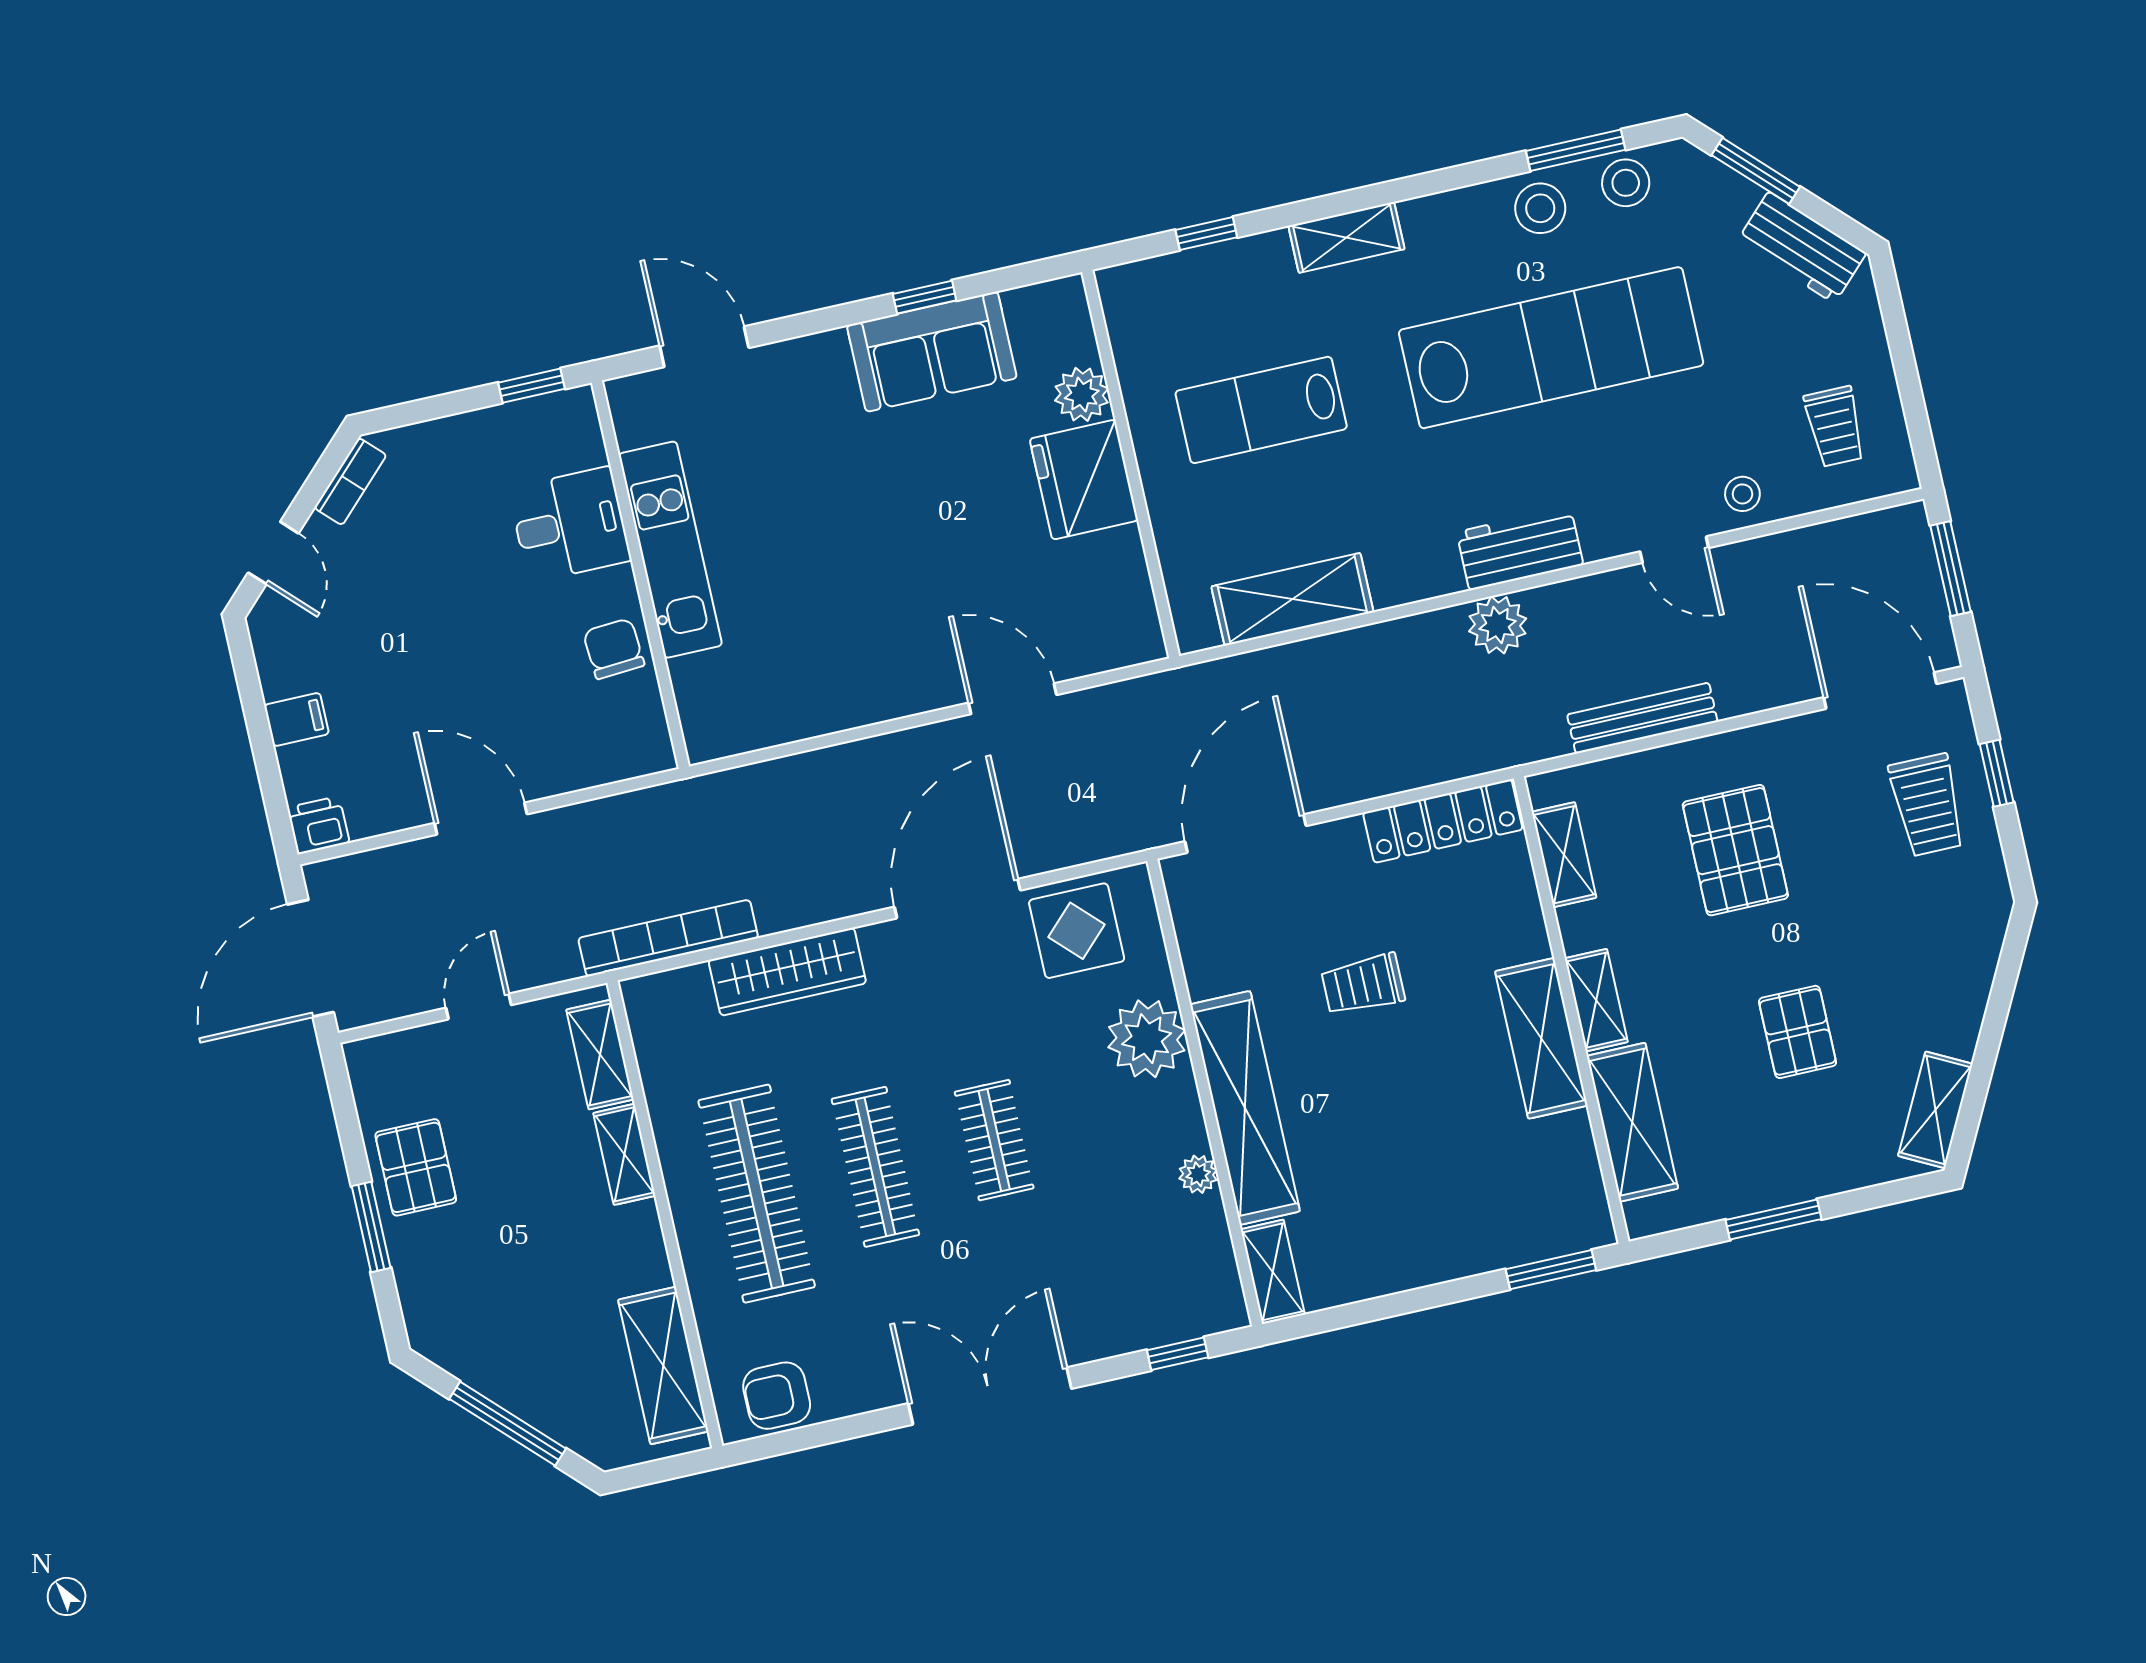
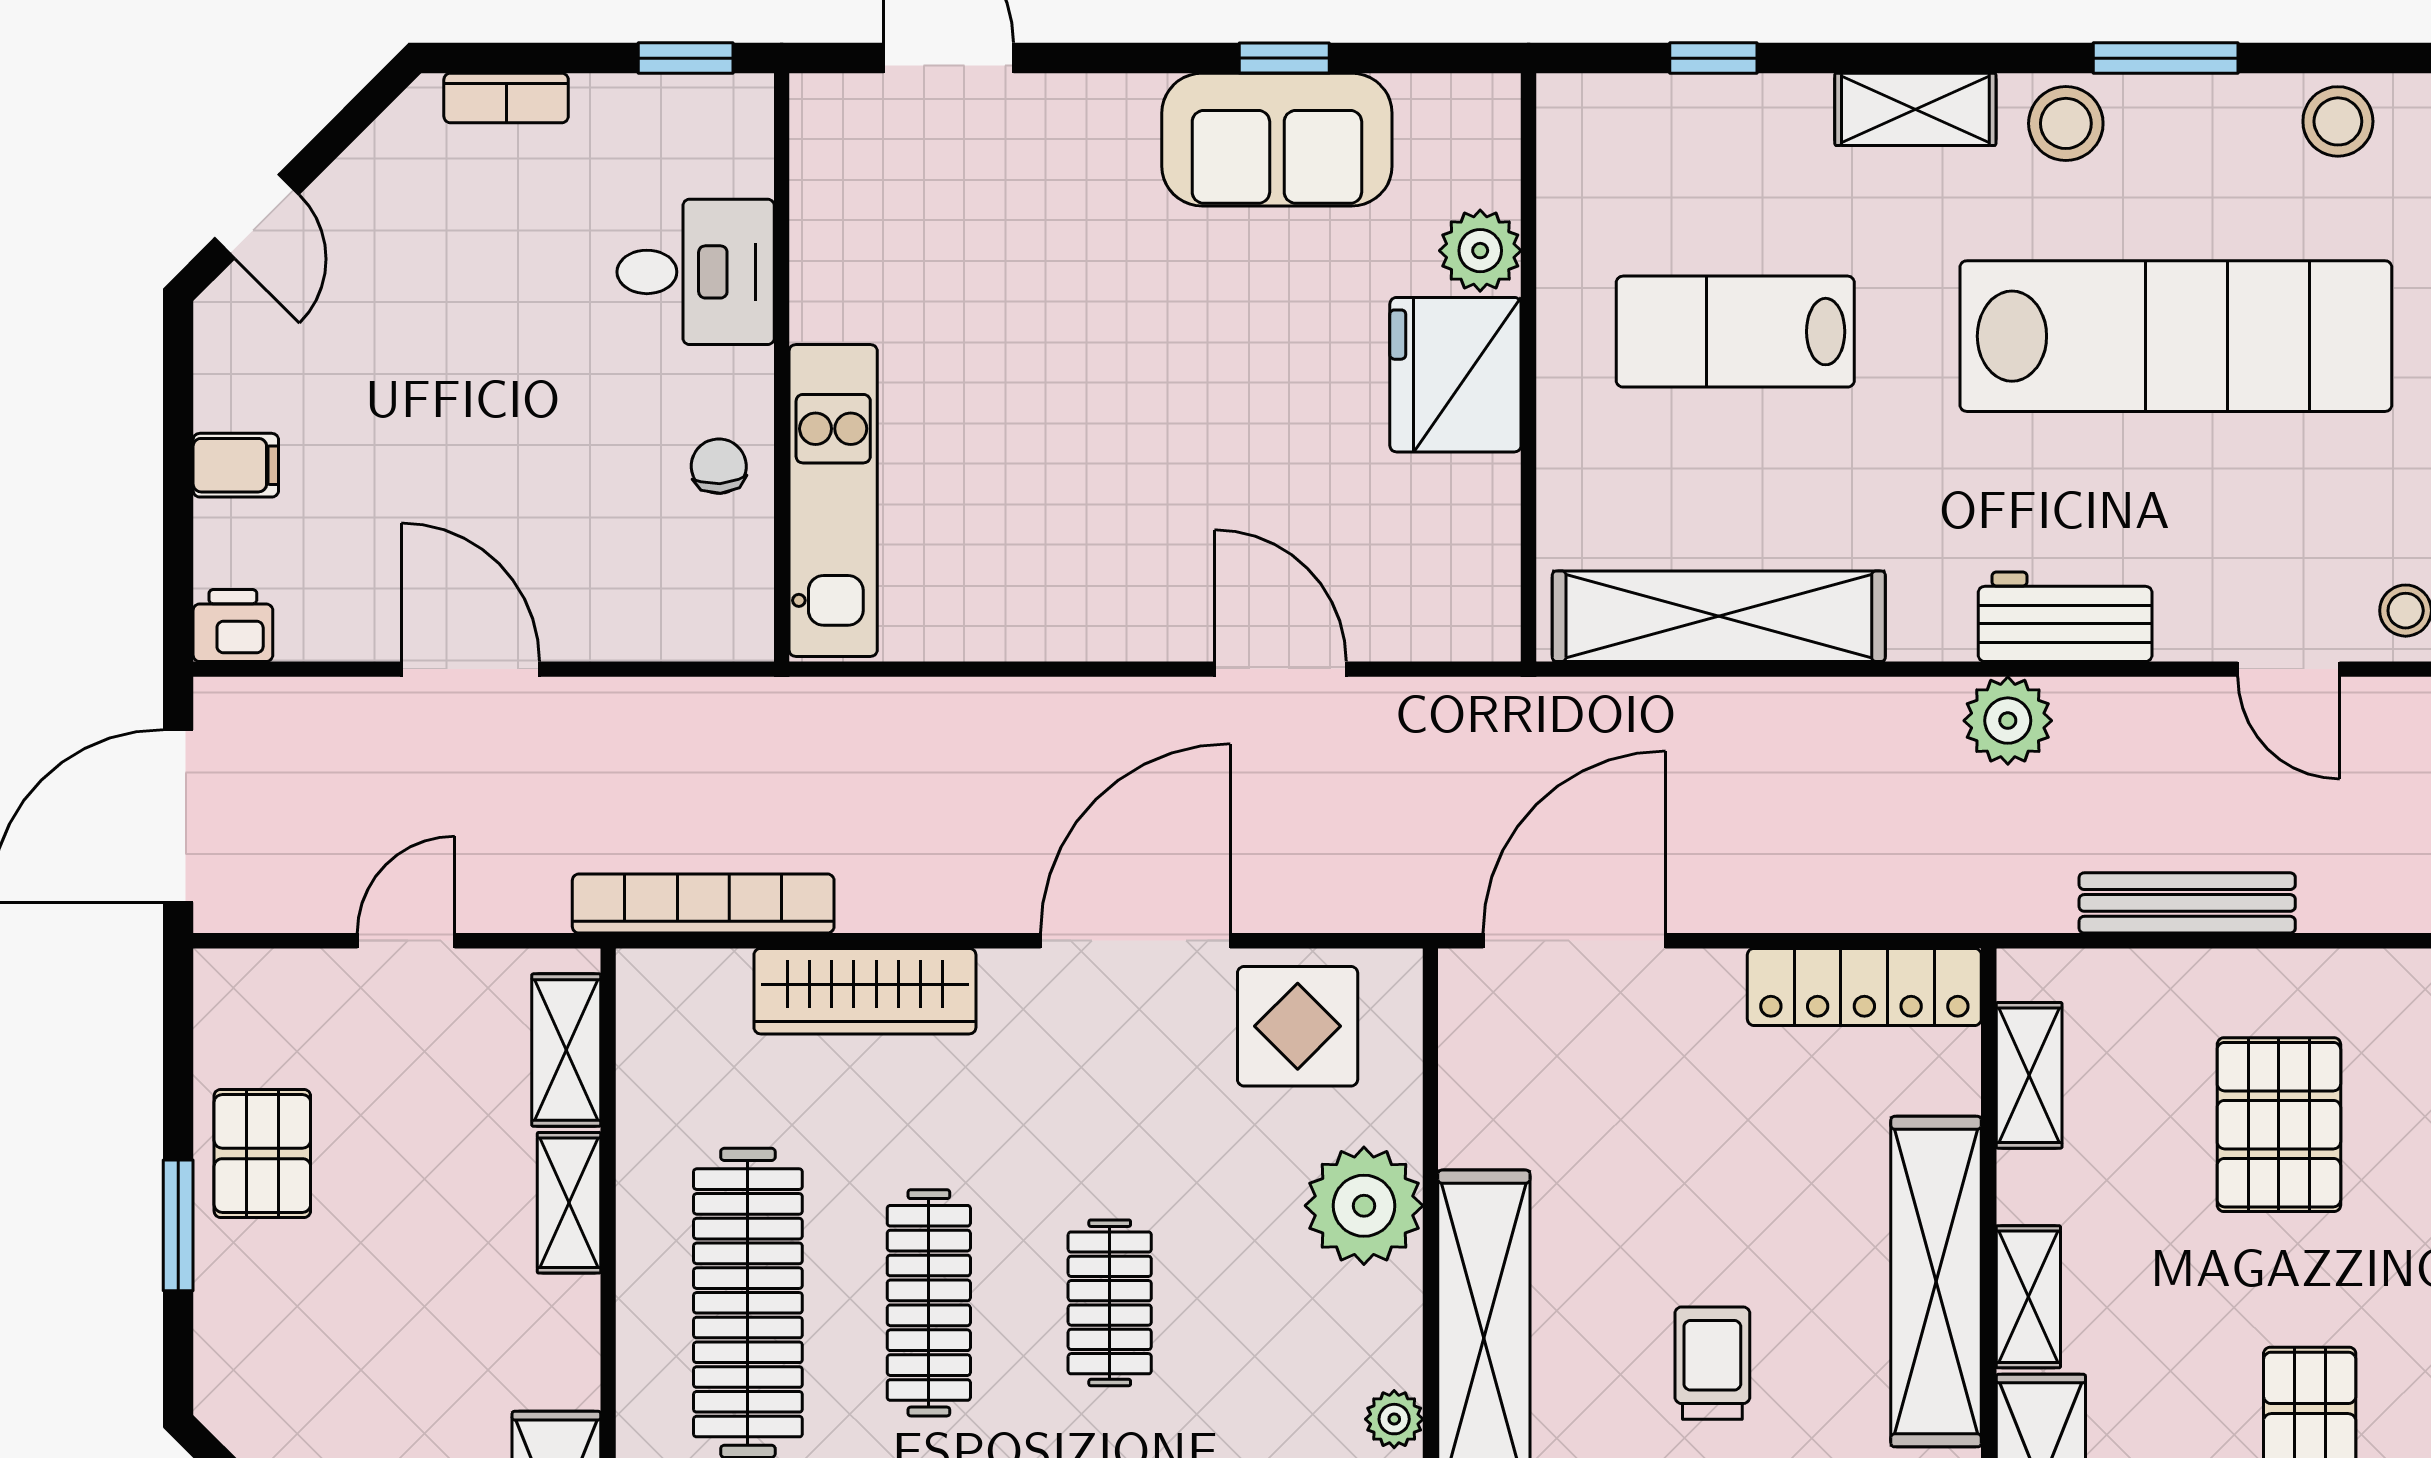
window: (1576, 150) -> (2166, 58), moved
stool: (1540, 208) -> (2066, 123), moved
bookcase: (350, 481) -> (506, 98), moved, turned 45
kitchen unit: (670, 550) -> (833, 500), moved
shelving: (1292, 599) -> (1719, 616), width x1.47
chair: (614, 649) -> (719, 466), width x0.73, depth x0.73
trolley: (1363, 984) -> (1712, 1363), moved, turned 90
shelving: (1541, 1038) -> (1936, 1282), width x1.47

